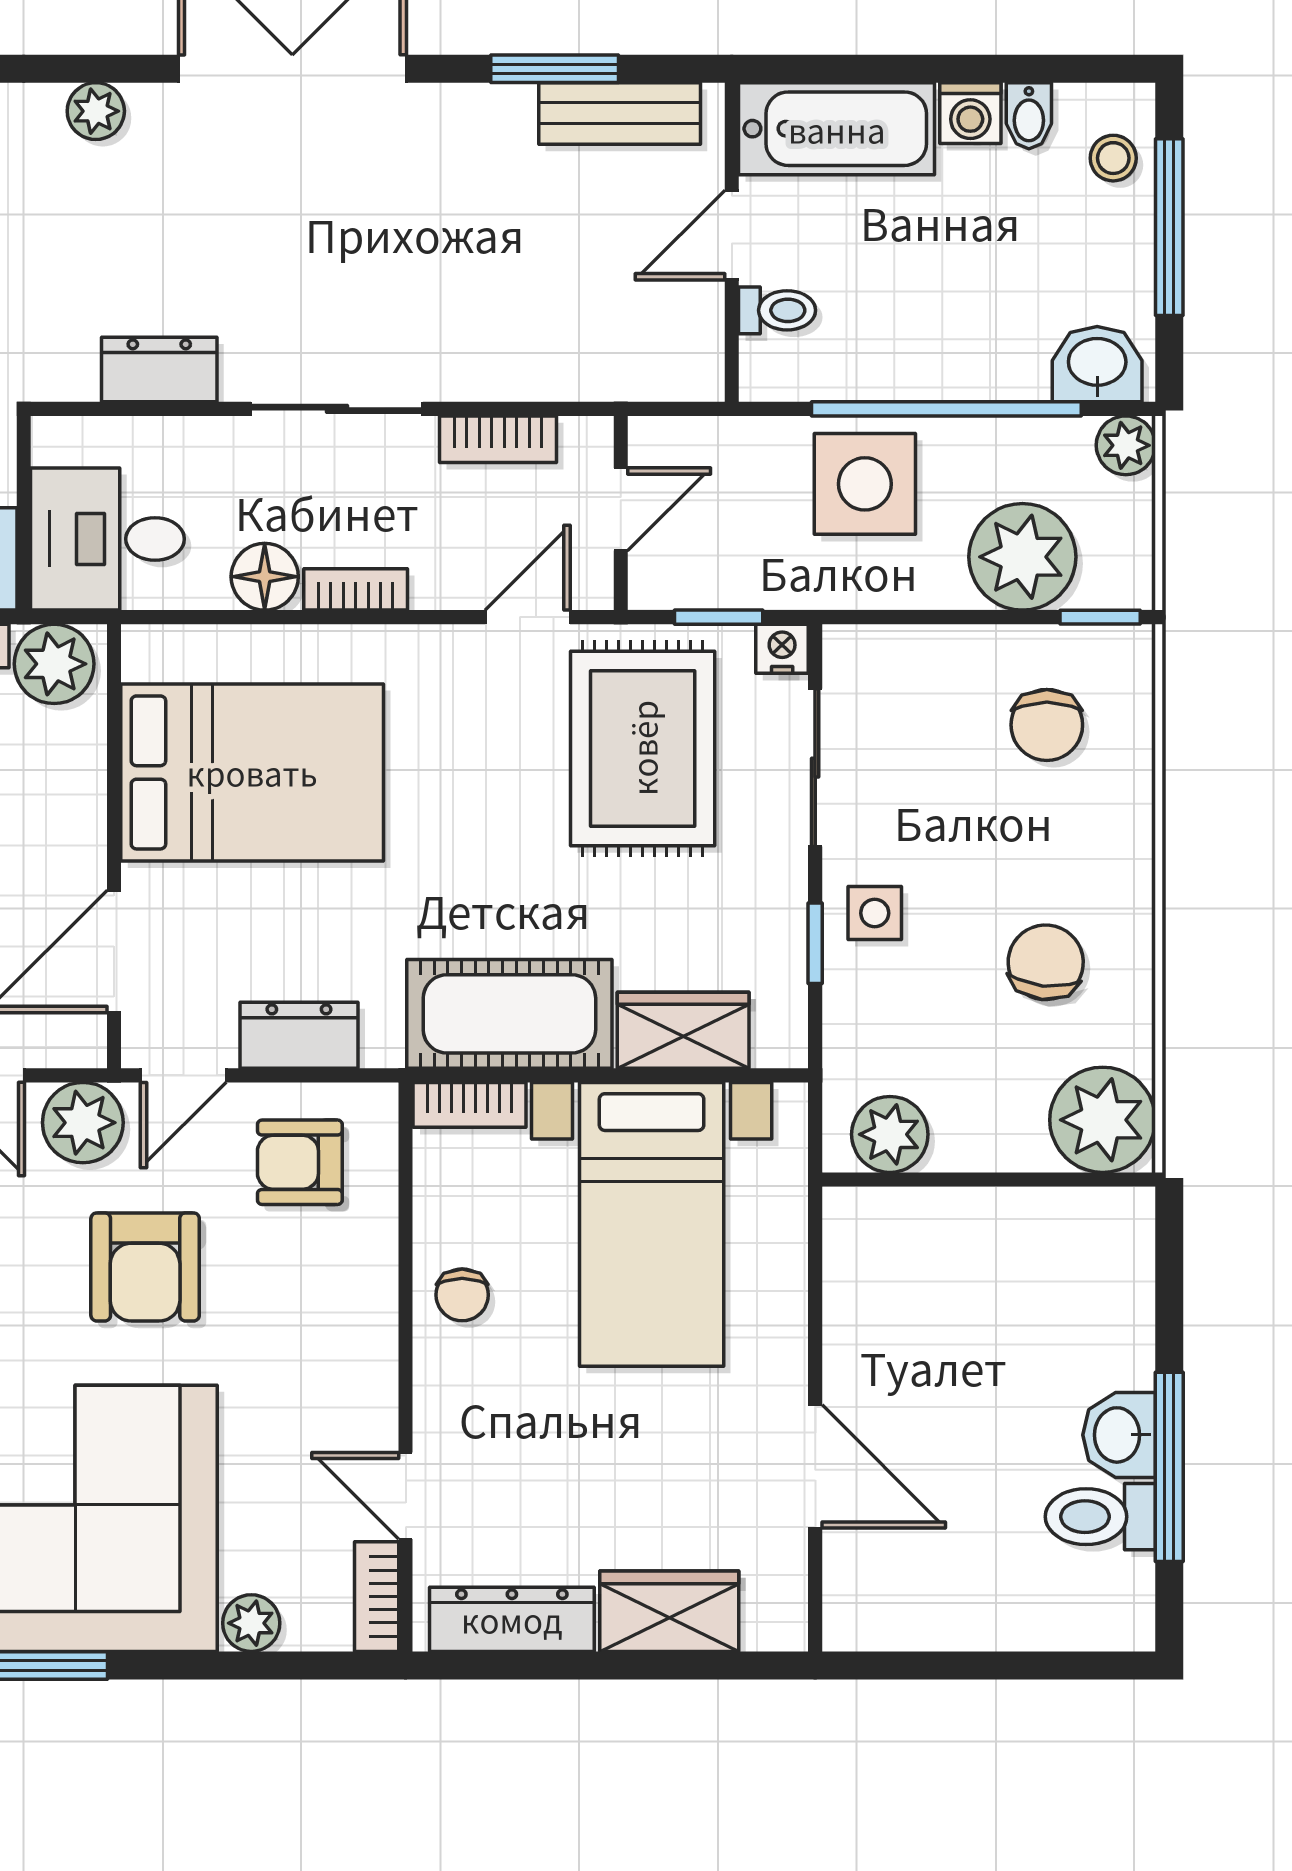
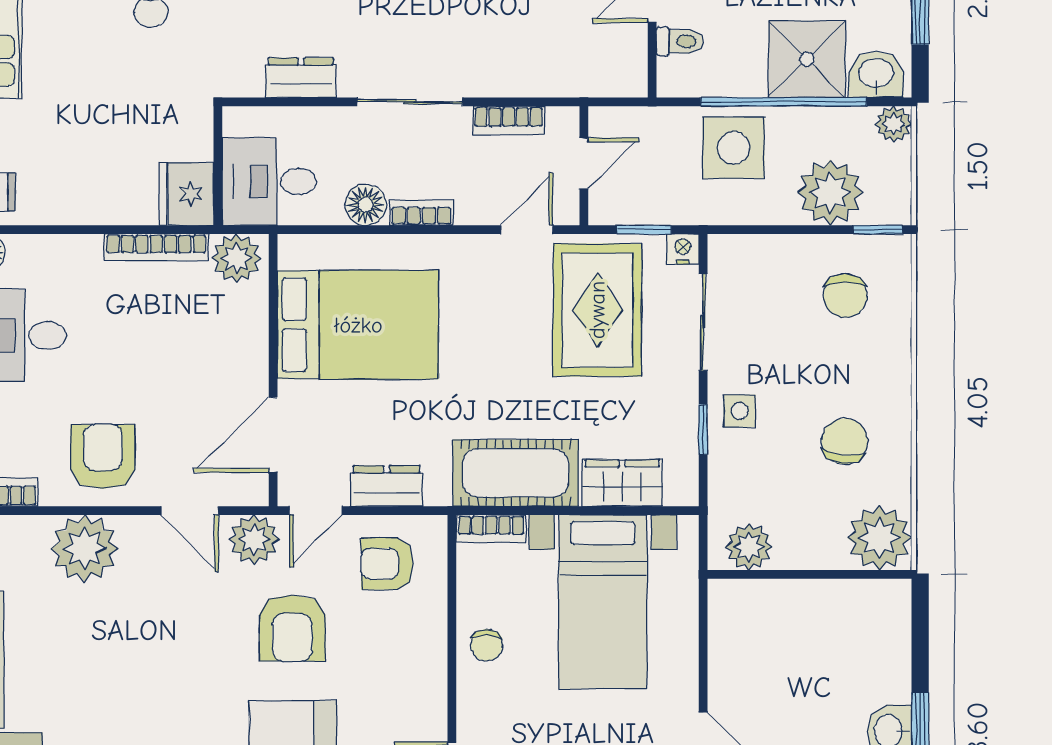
shower: (984, 339) -> (807, 59), added

